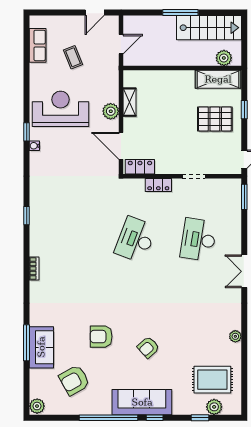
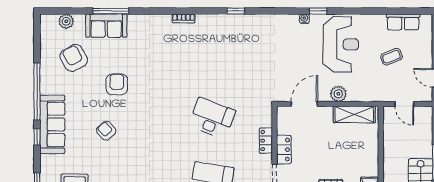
shelving: (130, 102) -> (354, 114), width x1.50, depth x1.33
locker: (140, 167) -> (284, 150), moved
plant: (37, 406) -> (66, 21), moved

